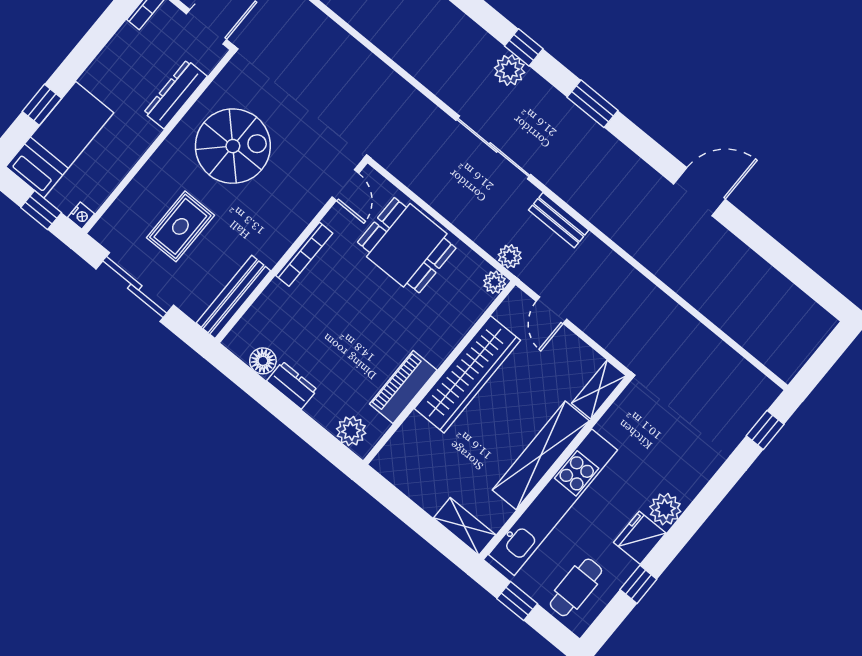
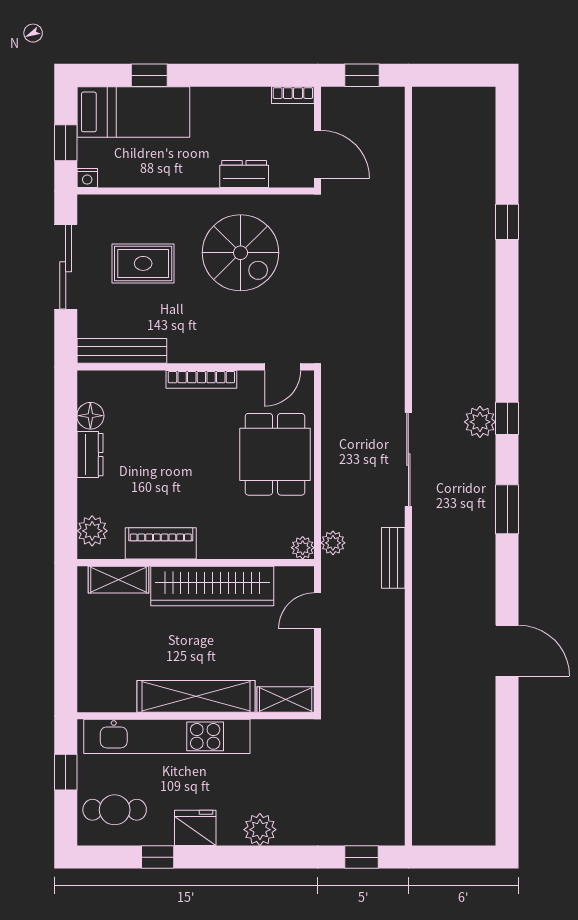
dresser: (175, 94) -> (244, 174), width x0.70
plant: (665, 509) -> (260, 830), moved
shelving: (465, 526) -> (118, 580), moved, turned 90

